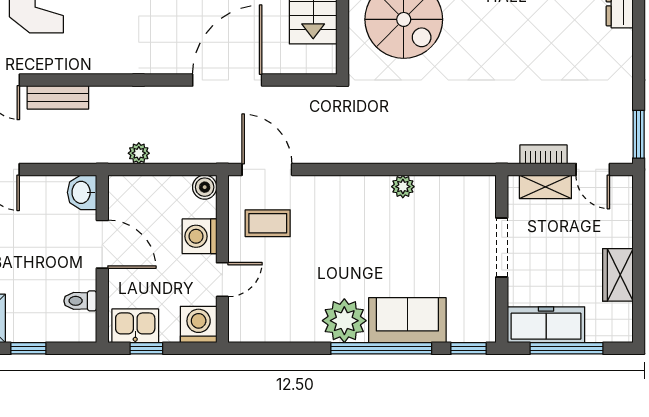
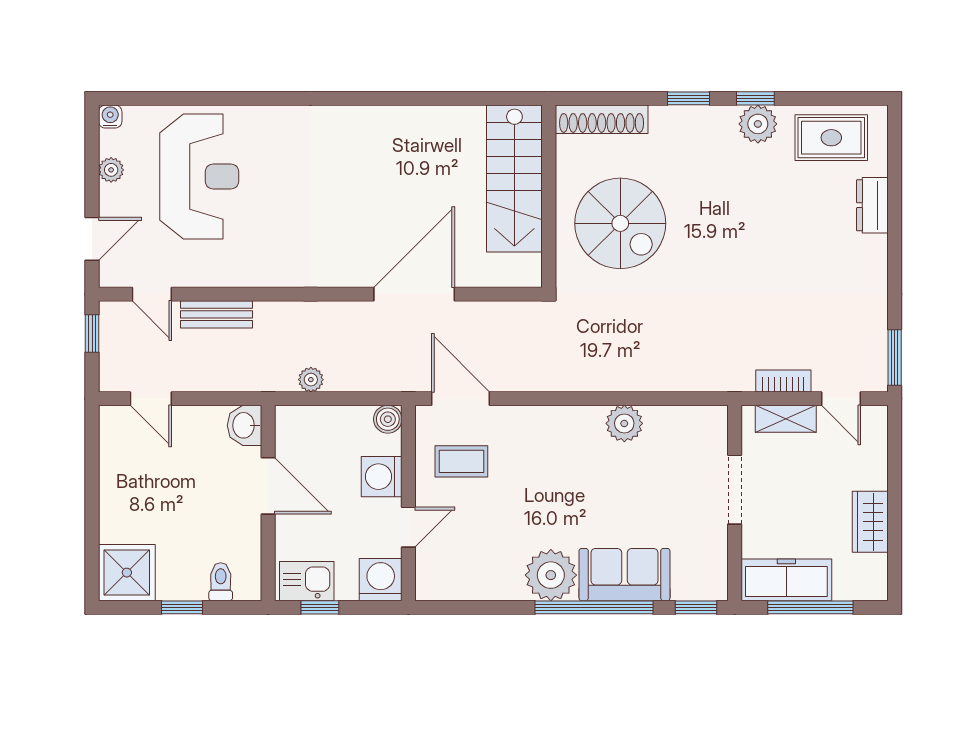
plant: (403, 187) -> (624, 423), width x1.38, depth x1.38
toilet: (80, 301) -> (221, 582), moved, turned 90

